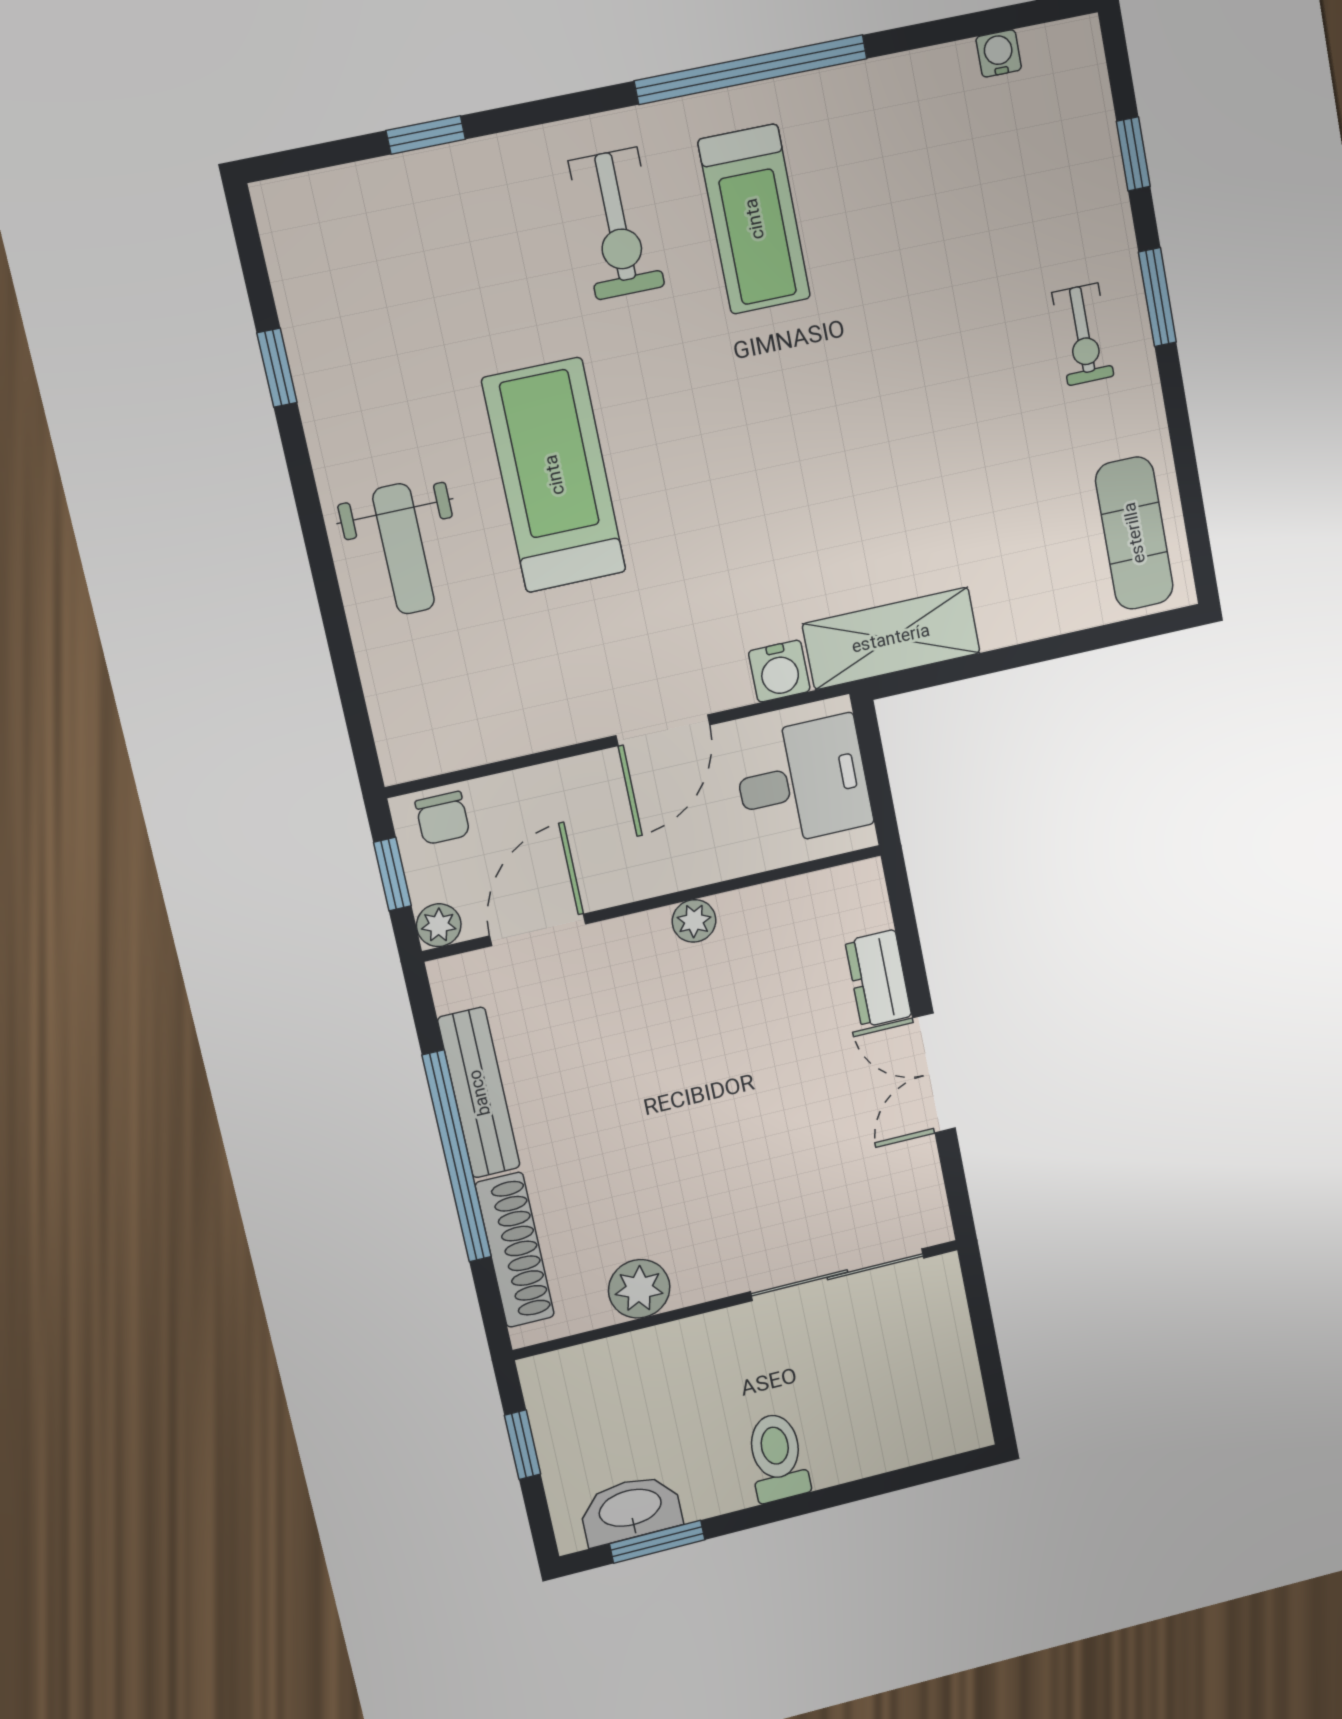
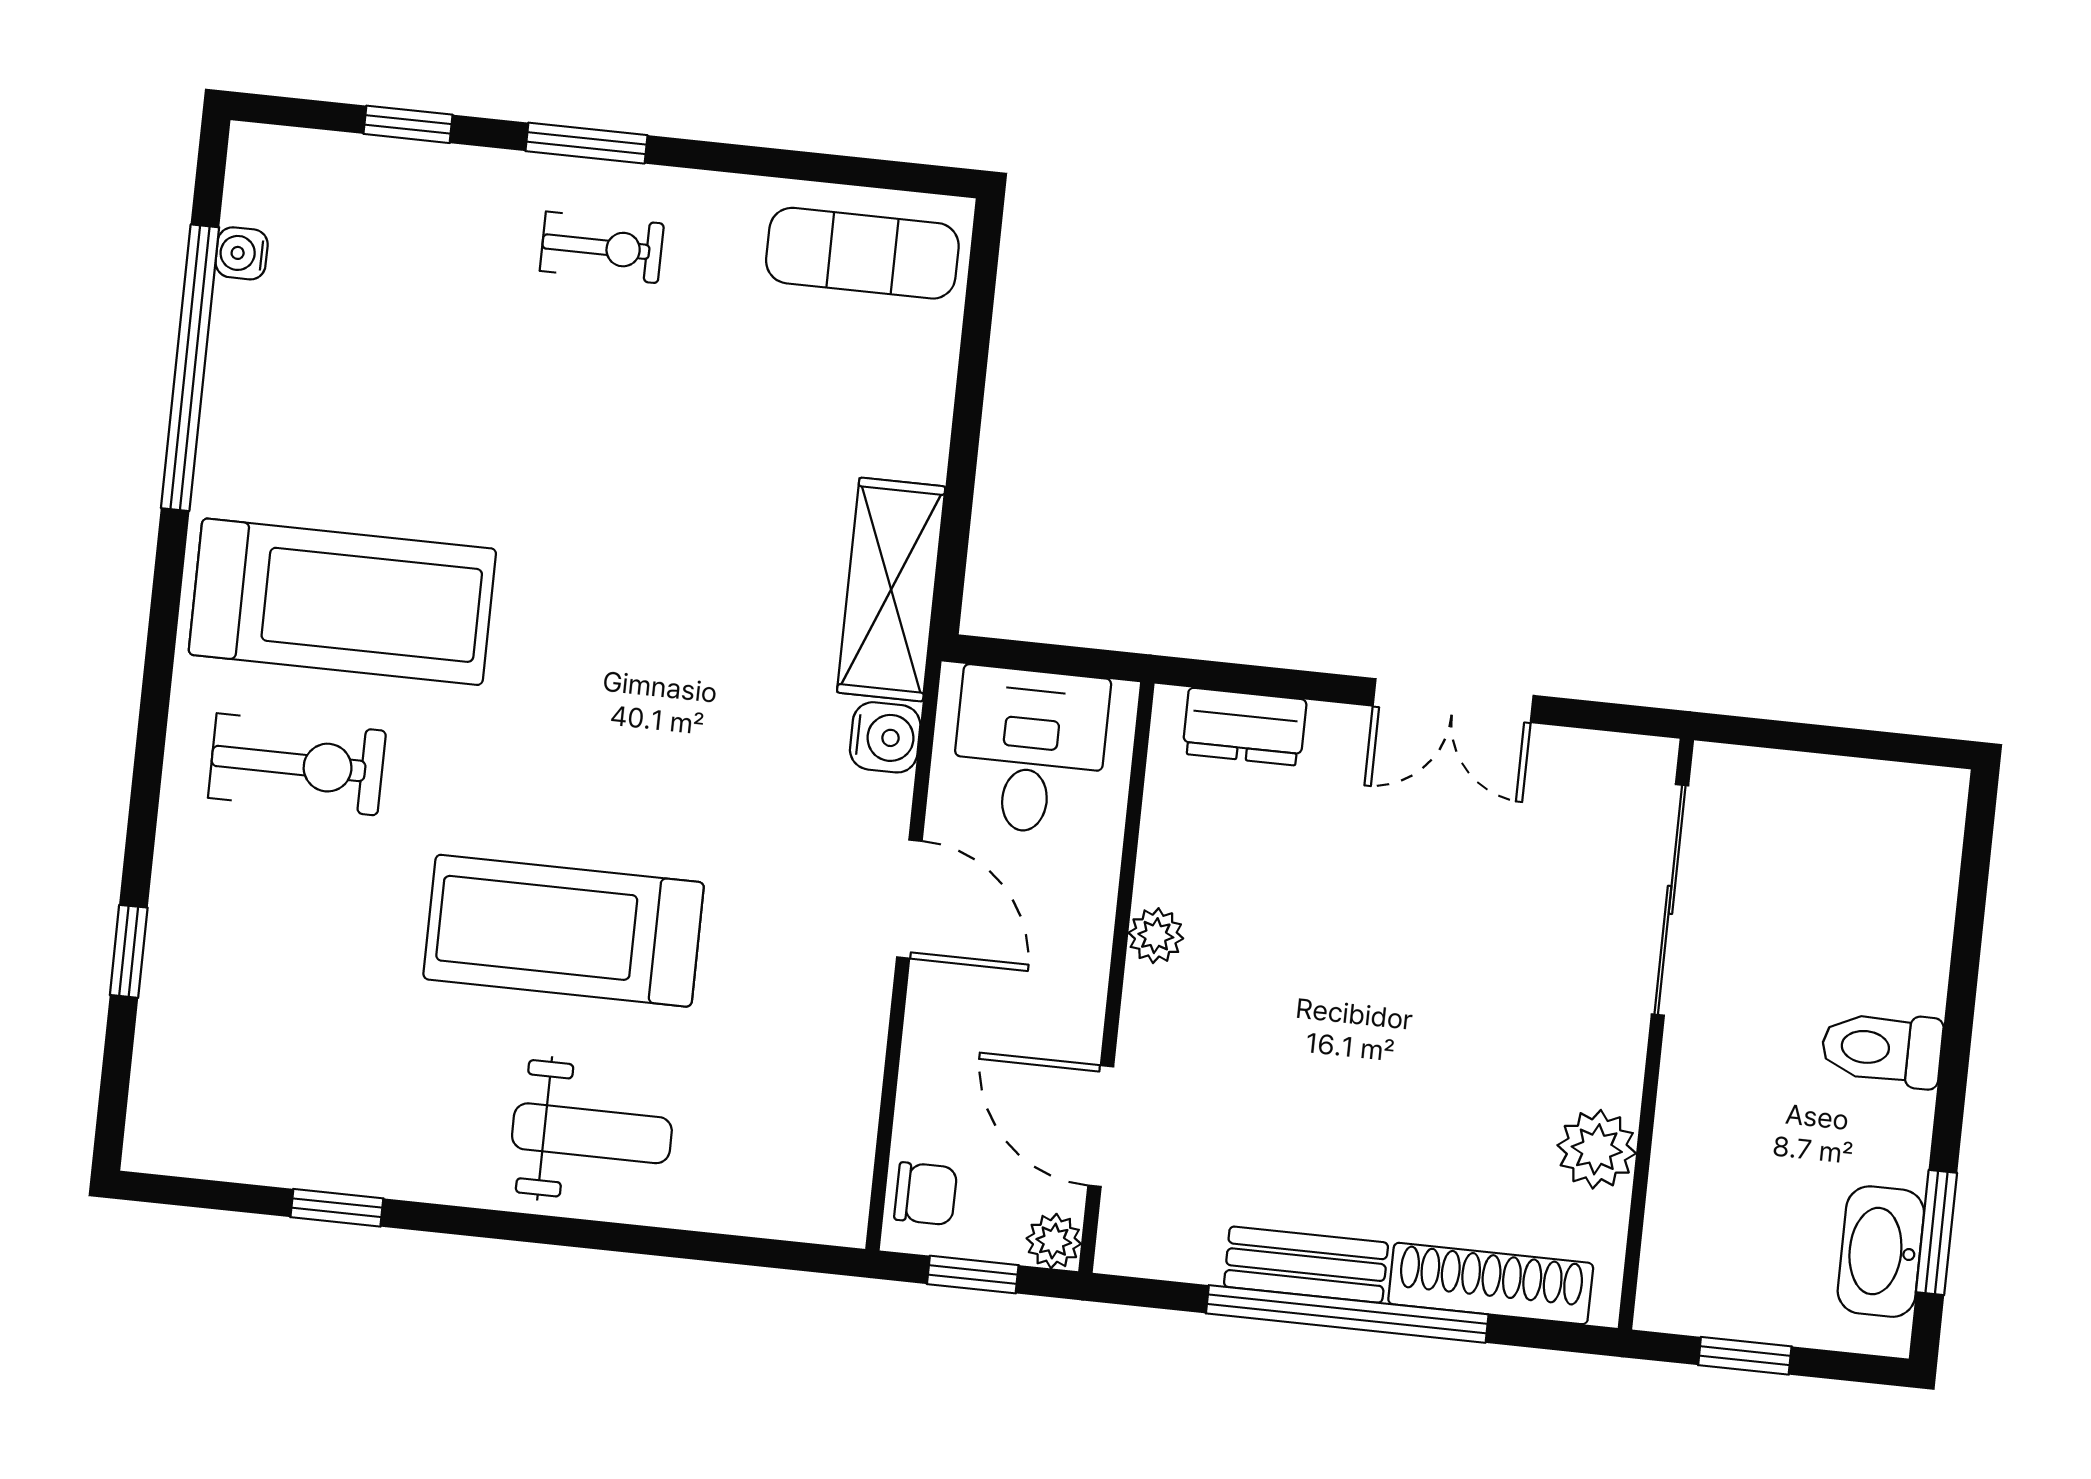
window: (751, 70) -> (190, 368), moved
treadmill: (754, 219) -> (342, 602), width x1.37, depth x1.37
dresser: (878, 979) -> (1244, 727), moved
bench: (479, 1093) -> (1306, 1265), width x0.73

